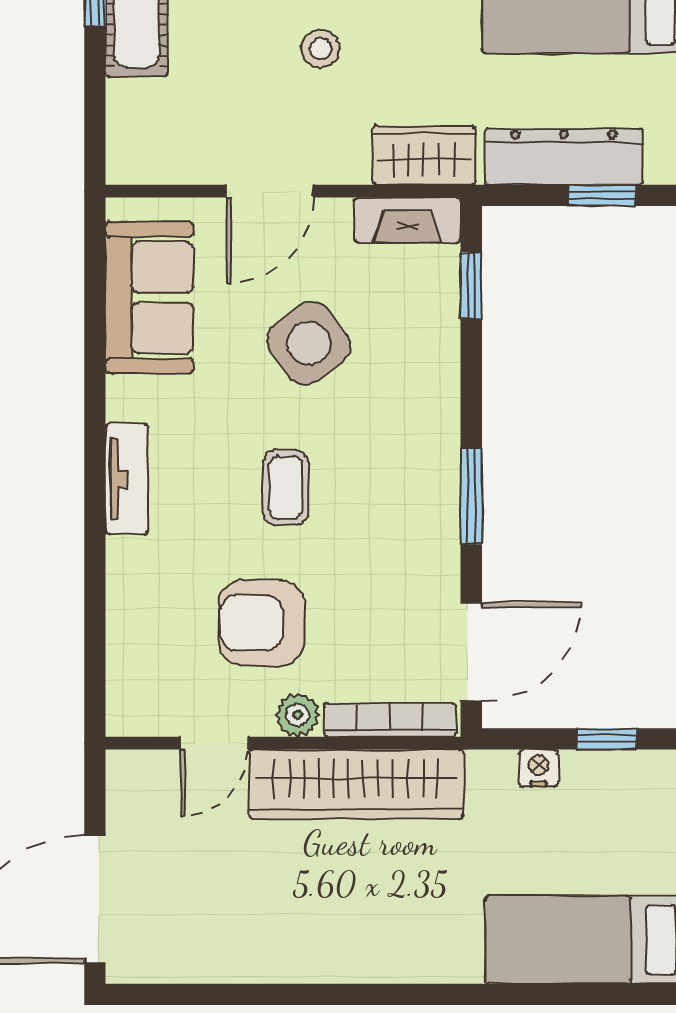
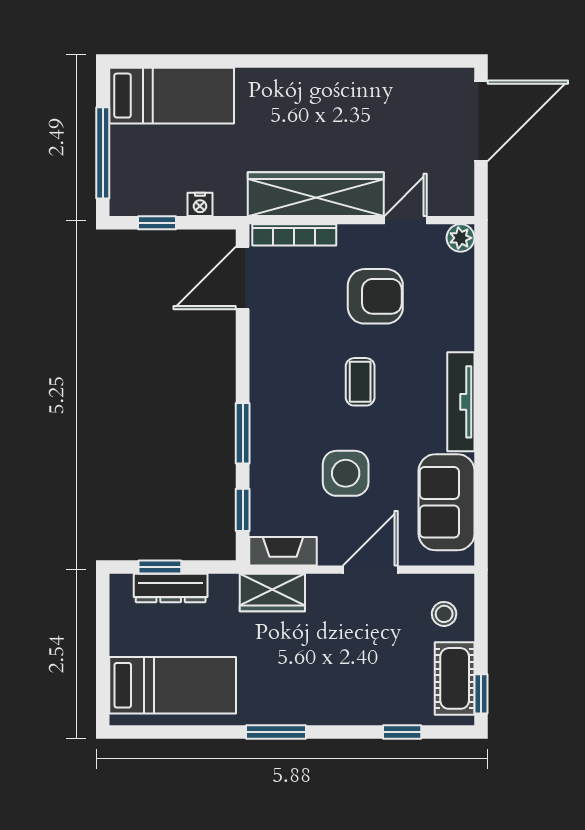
stool: (321, 49) -> (444, 614), moved
dresser: (564, 157) -> (171, 588), width x0.73, depth x0.80
side table: (309, 343) -> (346, 473), turned 37
tv unit: (127, 479) -> (461, 402), width x1.41
window: (471, 496) -> (243, 433), moved
plant: (298, 715) -> (460, 238), moved

